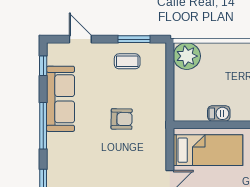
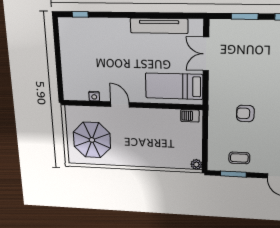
plant: (187, 56) -> (196, 164), width x0.53, depth x0.53
barbecue: (219, 113) -> (190, 116), moved

